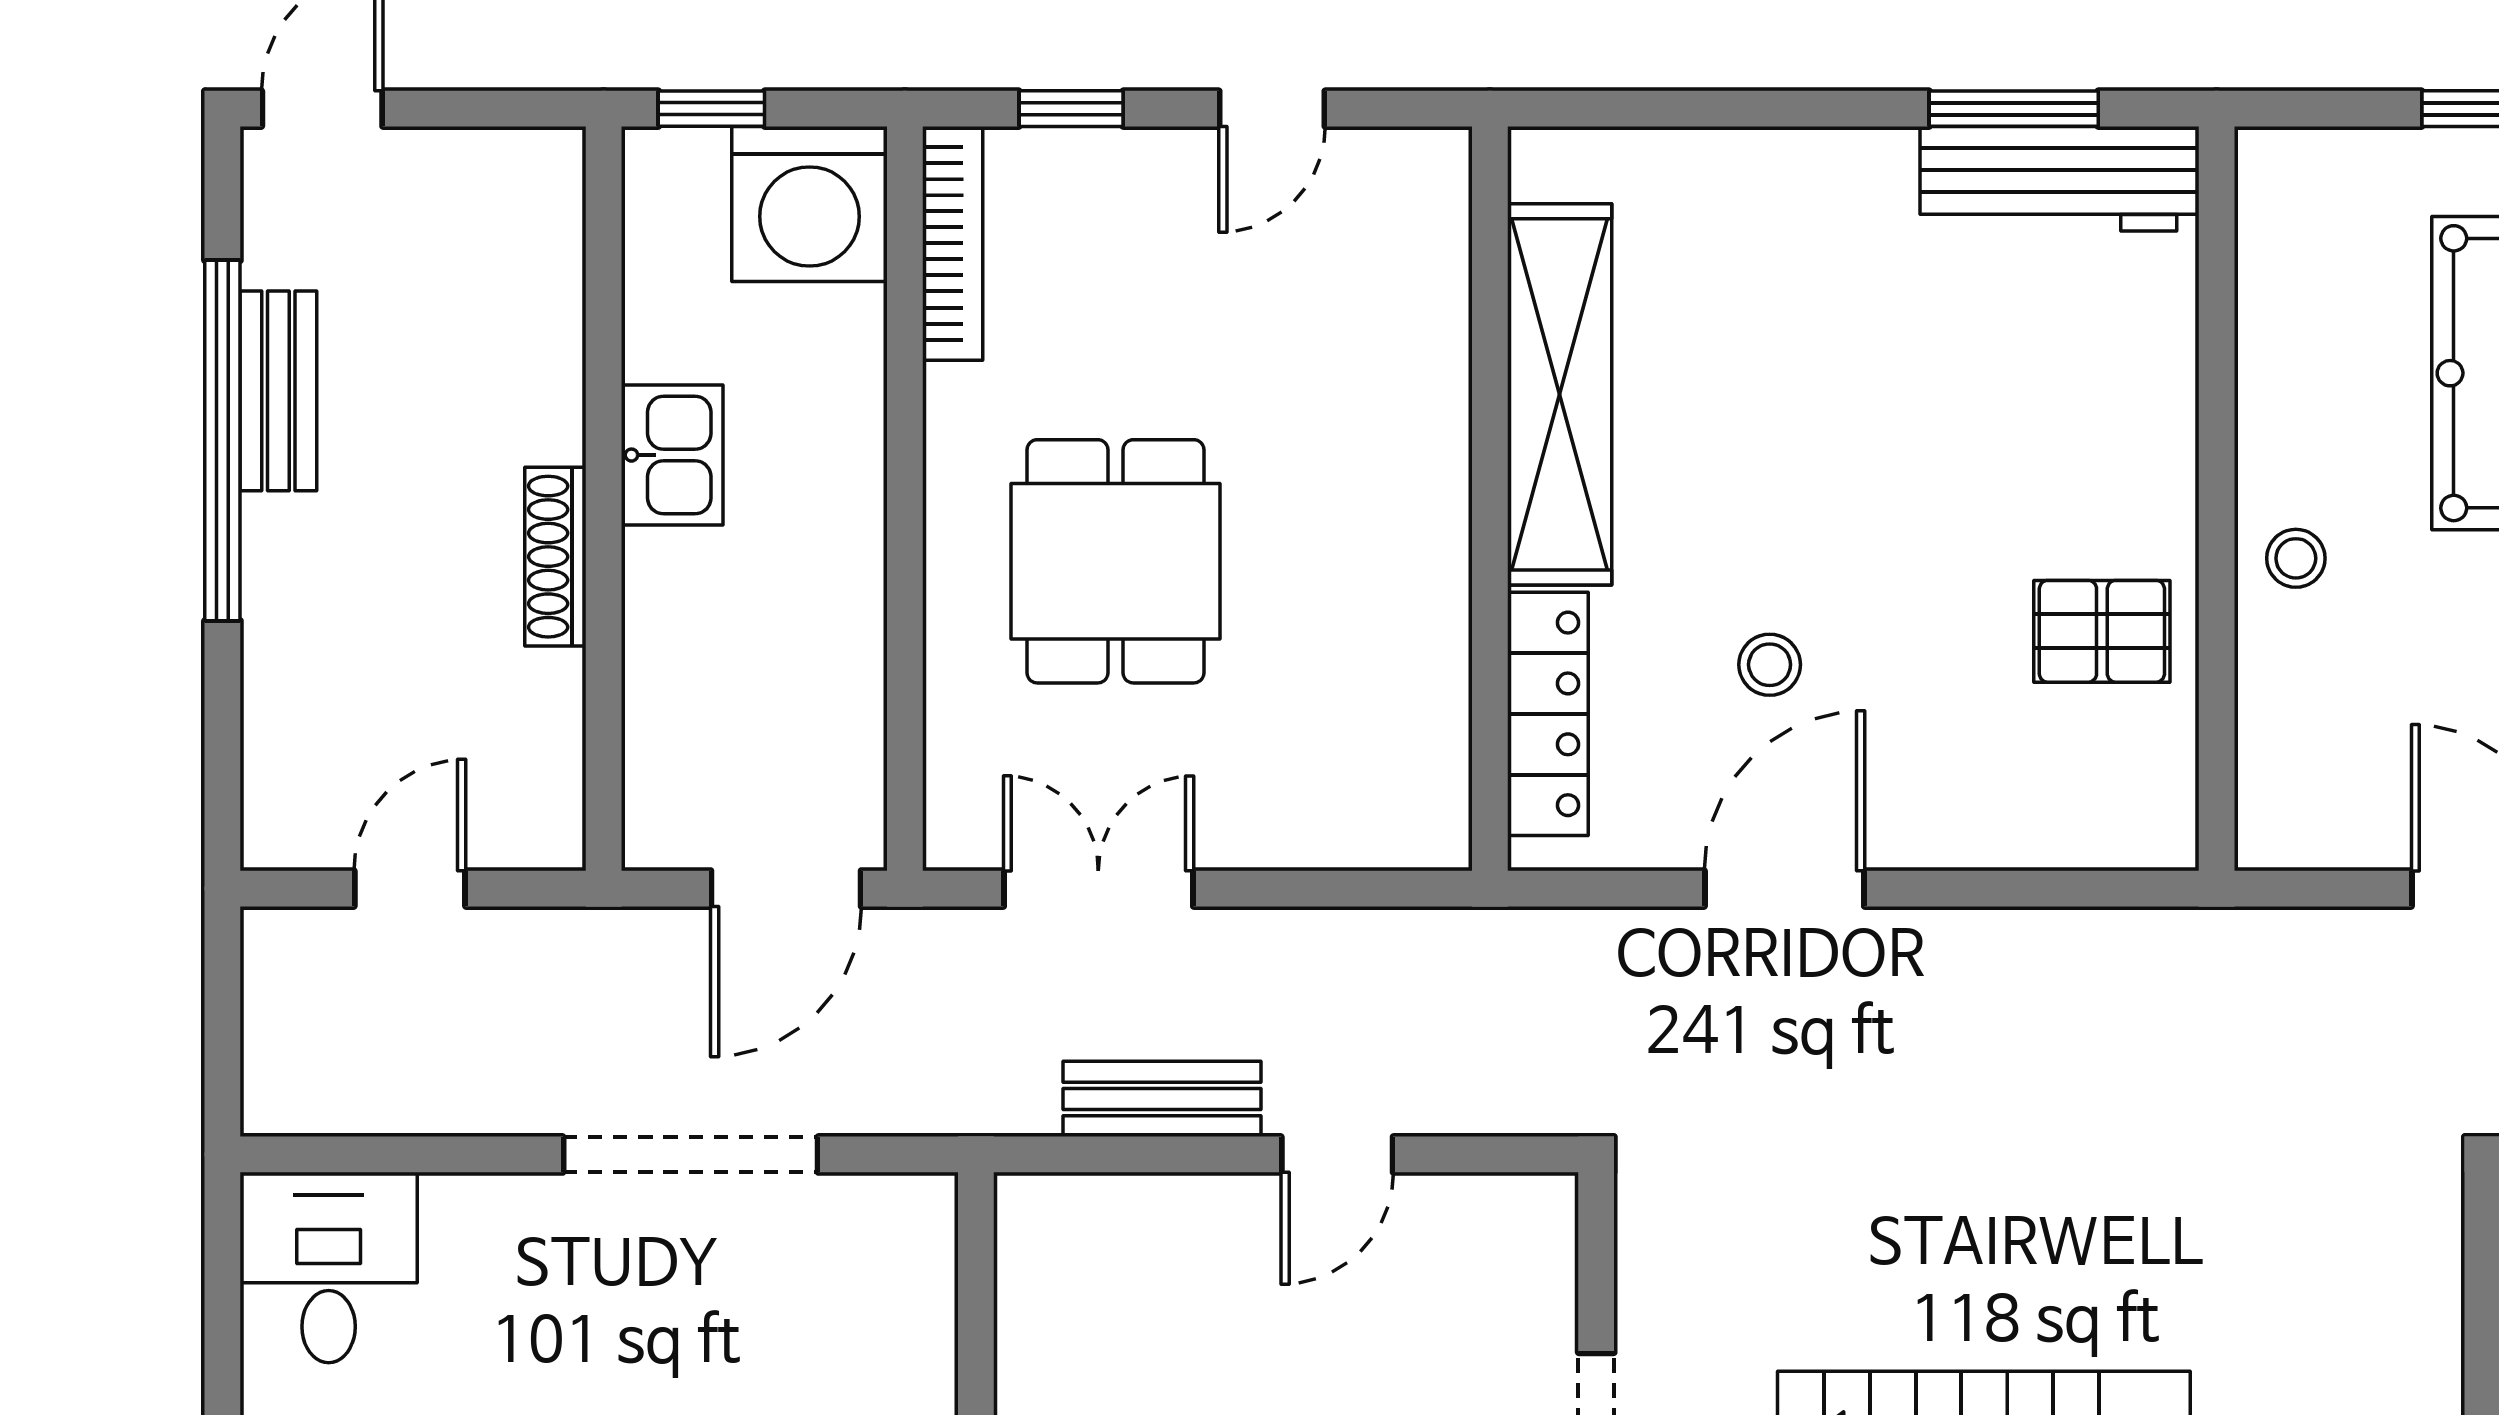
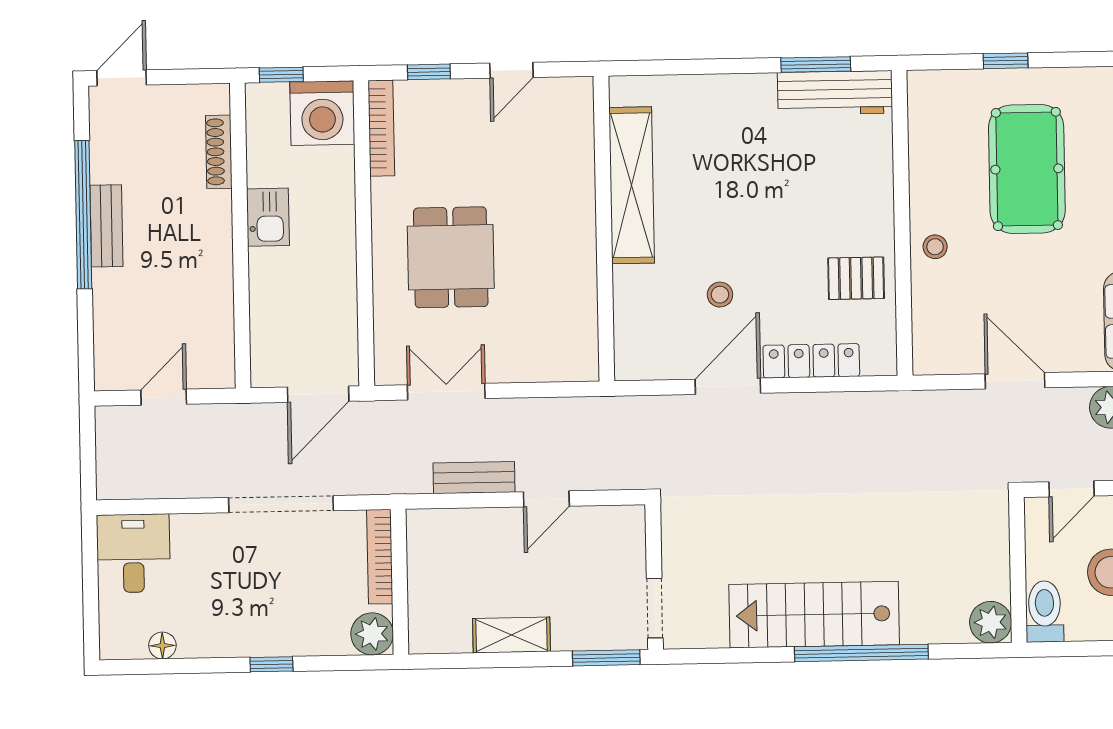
bench: (278, 391) -> (106, 226), moved
shoe rack: (555, 557) -> (219, 152), moved
locker: (1548, 714) -> (811, 361), moved, turned -90
bookcase: (929, 1287) -> (380, 557), added

